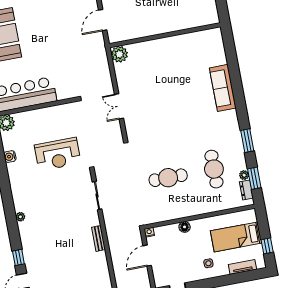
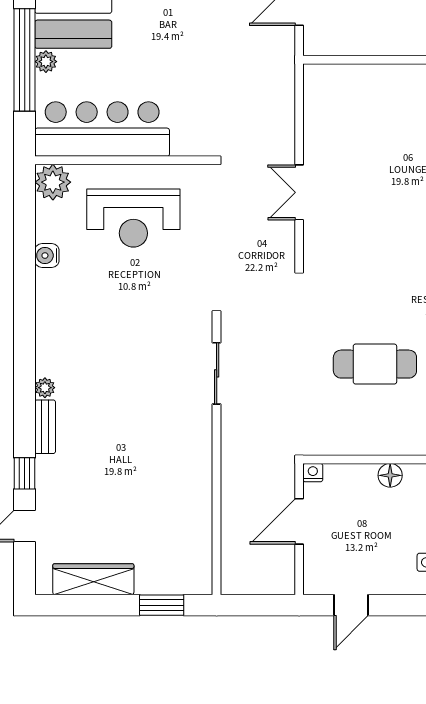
plant: (119, 54) -> (321, 82), removed
reception desk: (58, 154) -> (133, 218), moved
bench: (98, 238) -> (45, 427), moved

